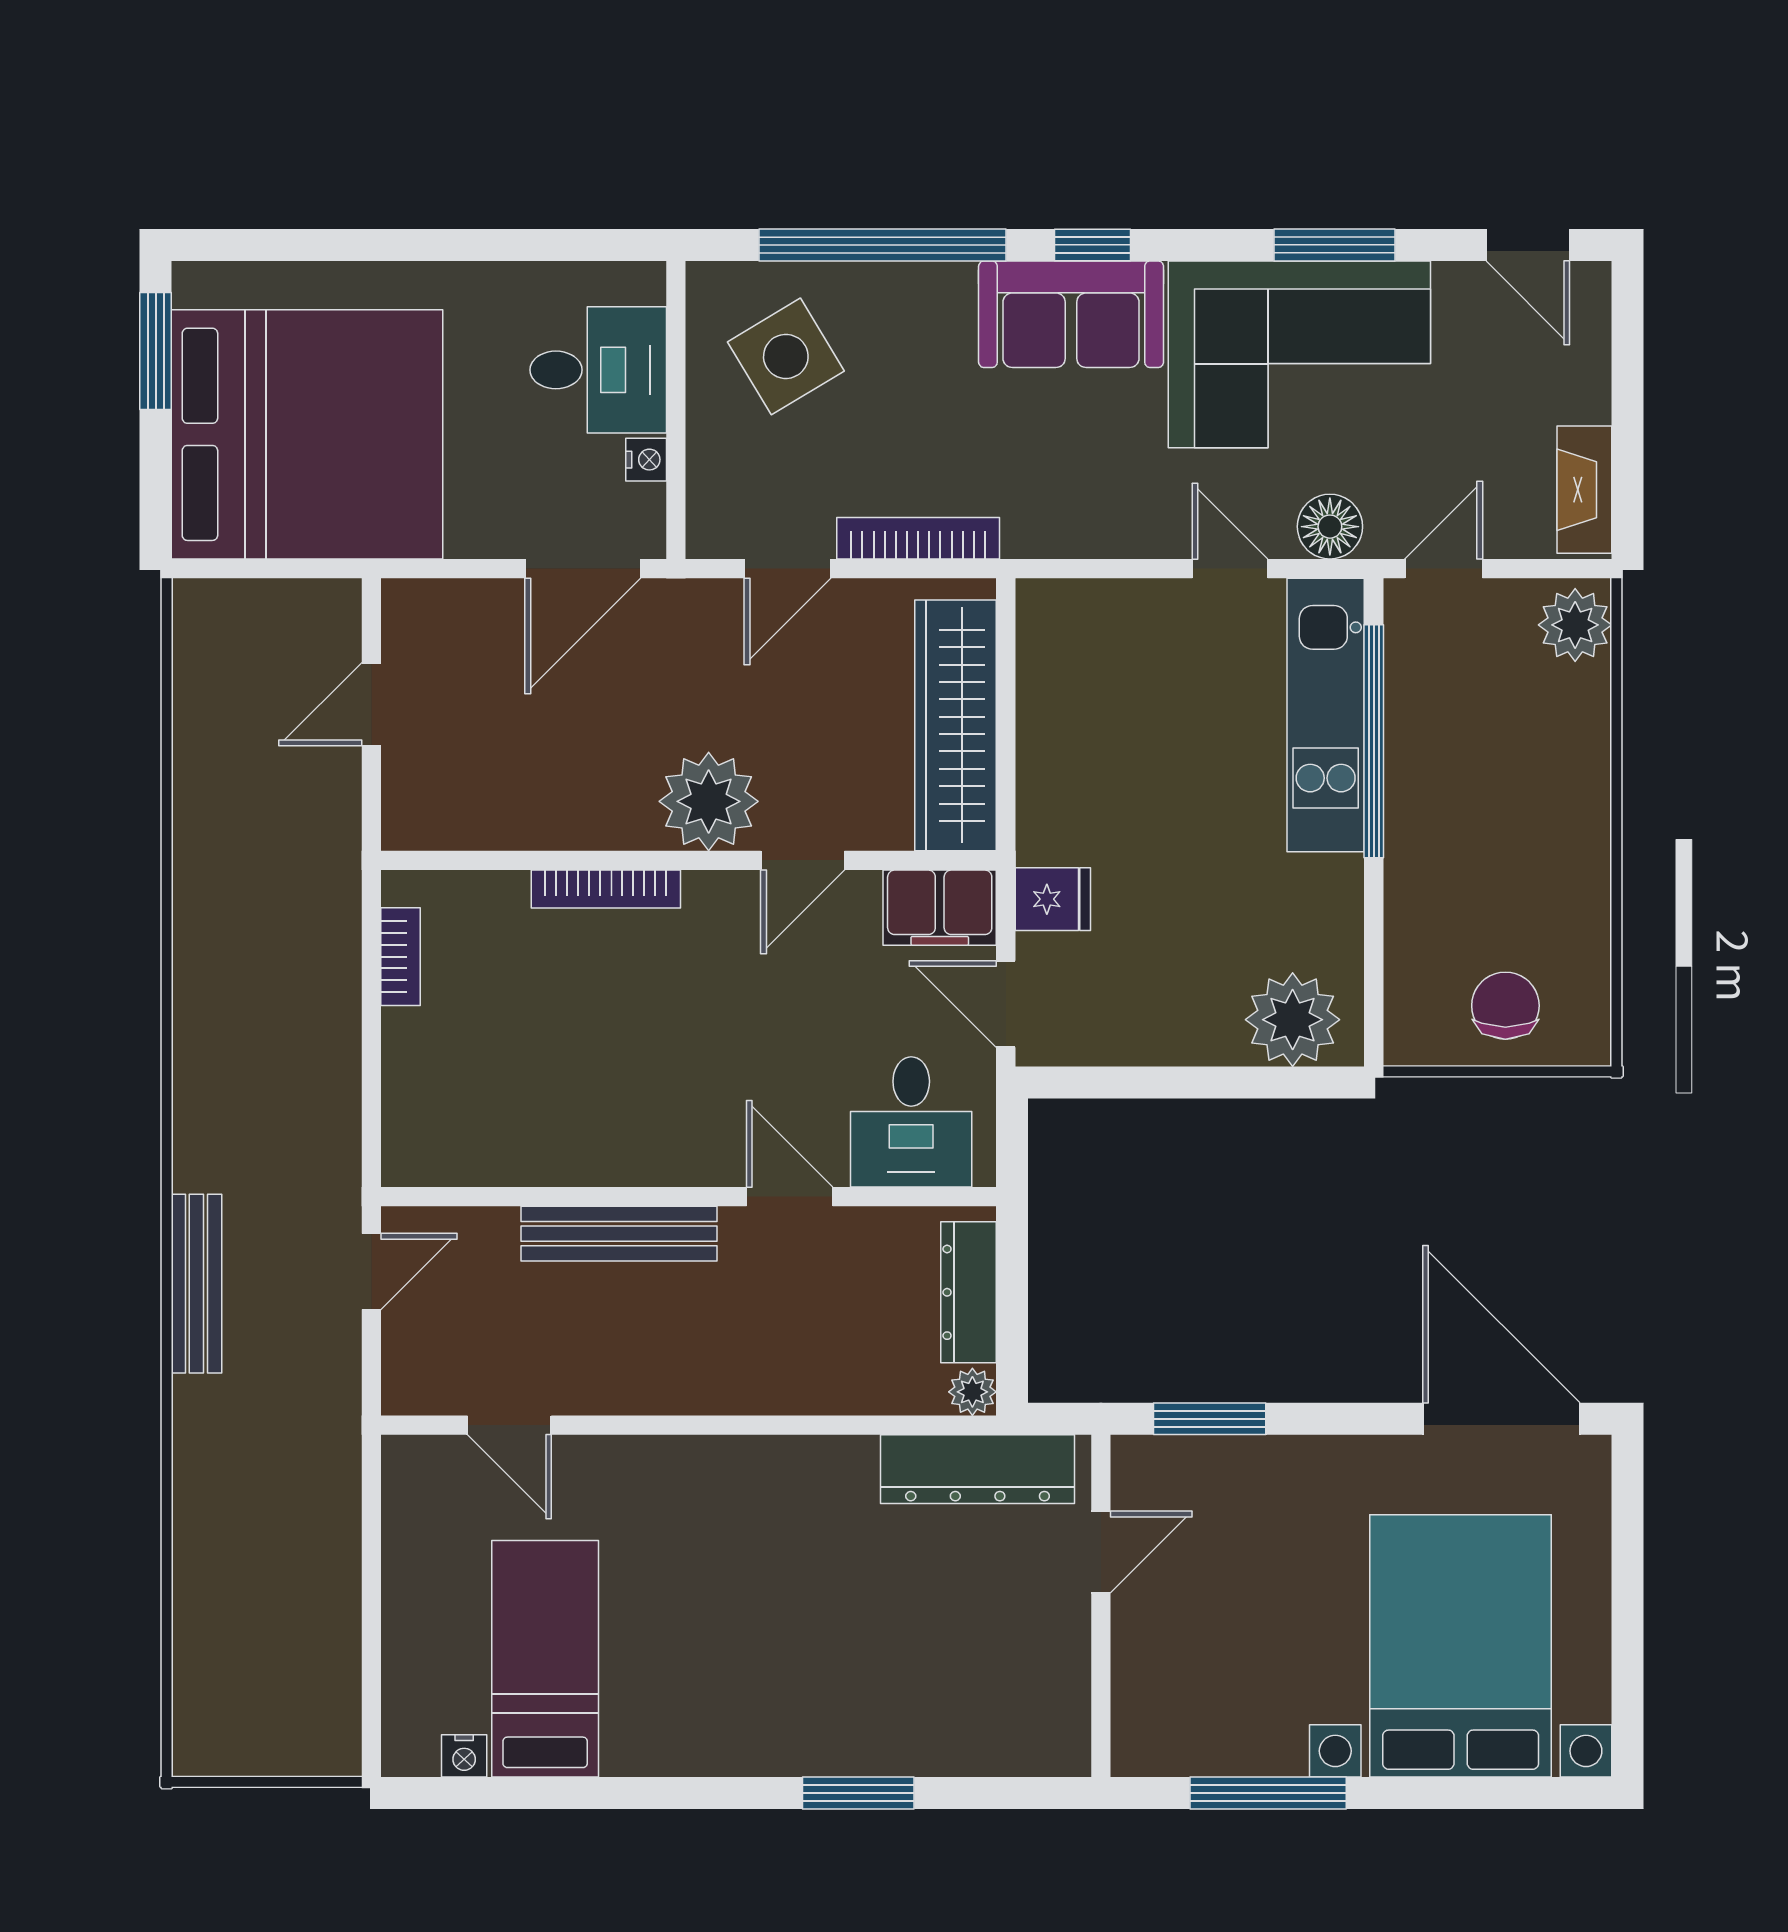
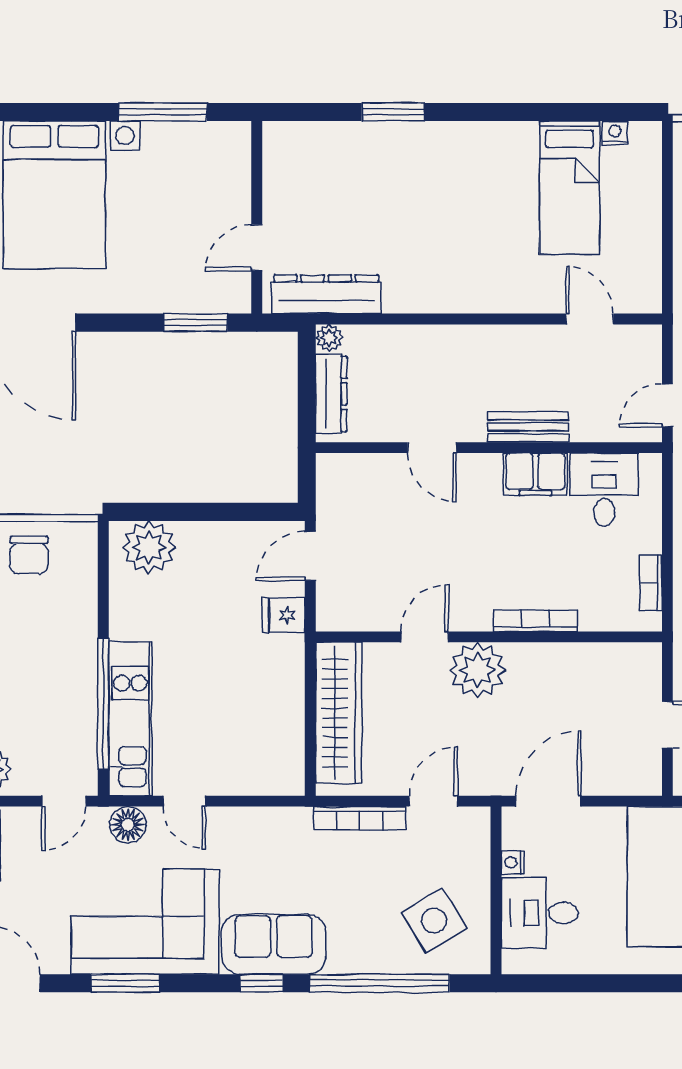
filing cabinet: (940, 908) -> (535, 474), moved, turned 180
door: (1006, 1004) -> (310, 556), swing flipped
desk: (911, 1122) -> (604, 490), moved
bench: (619, 1234) -> (528, 427), width x0.73

